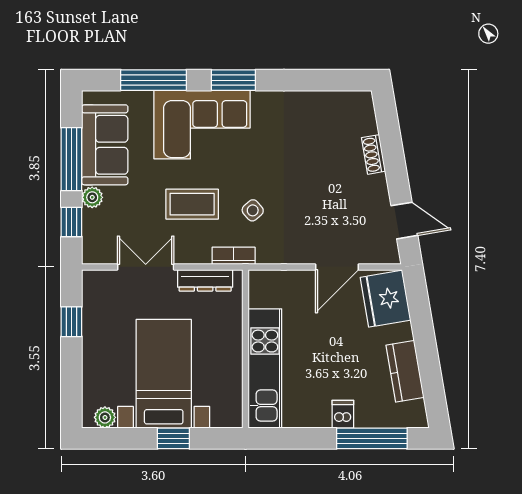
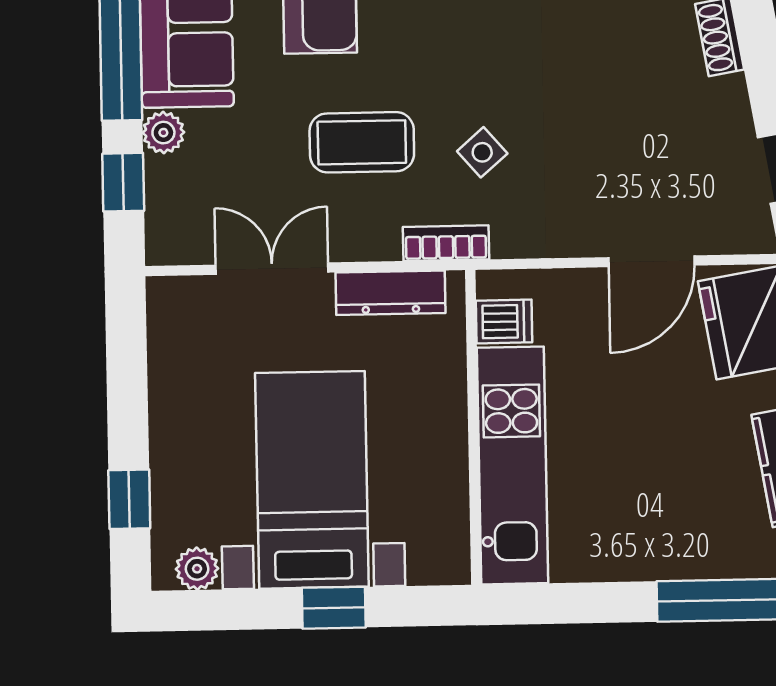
window: (71, 322) -> (129, 499), moved
dishwasher: (343, 414) -> (504, 322), moved, turned 90

